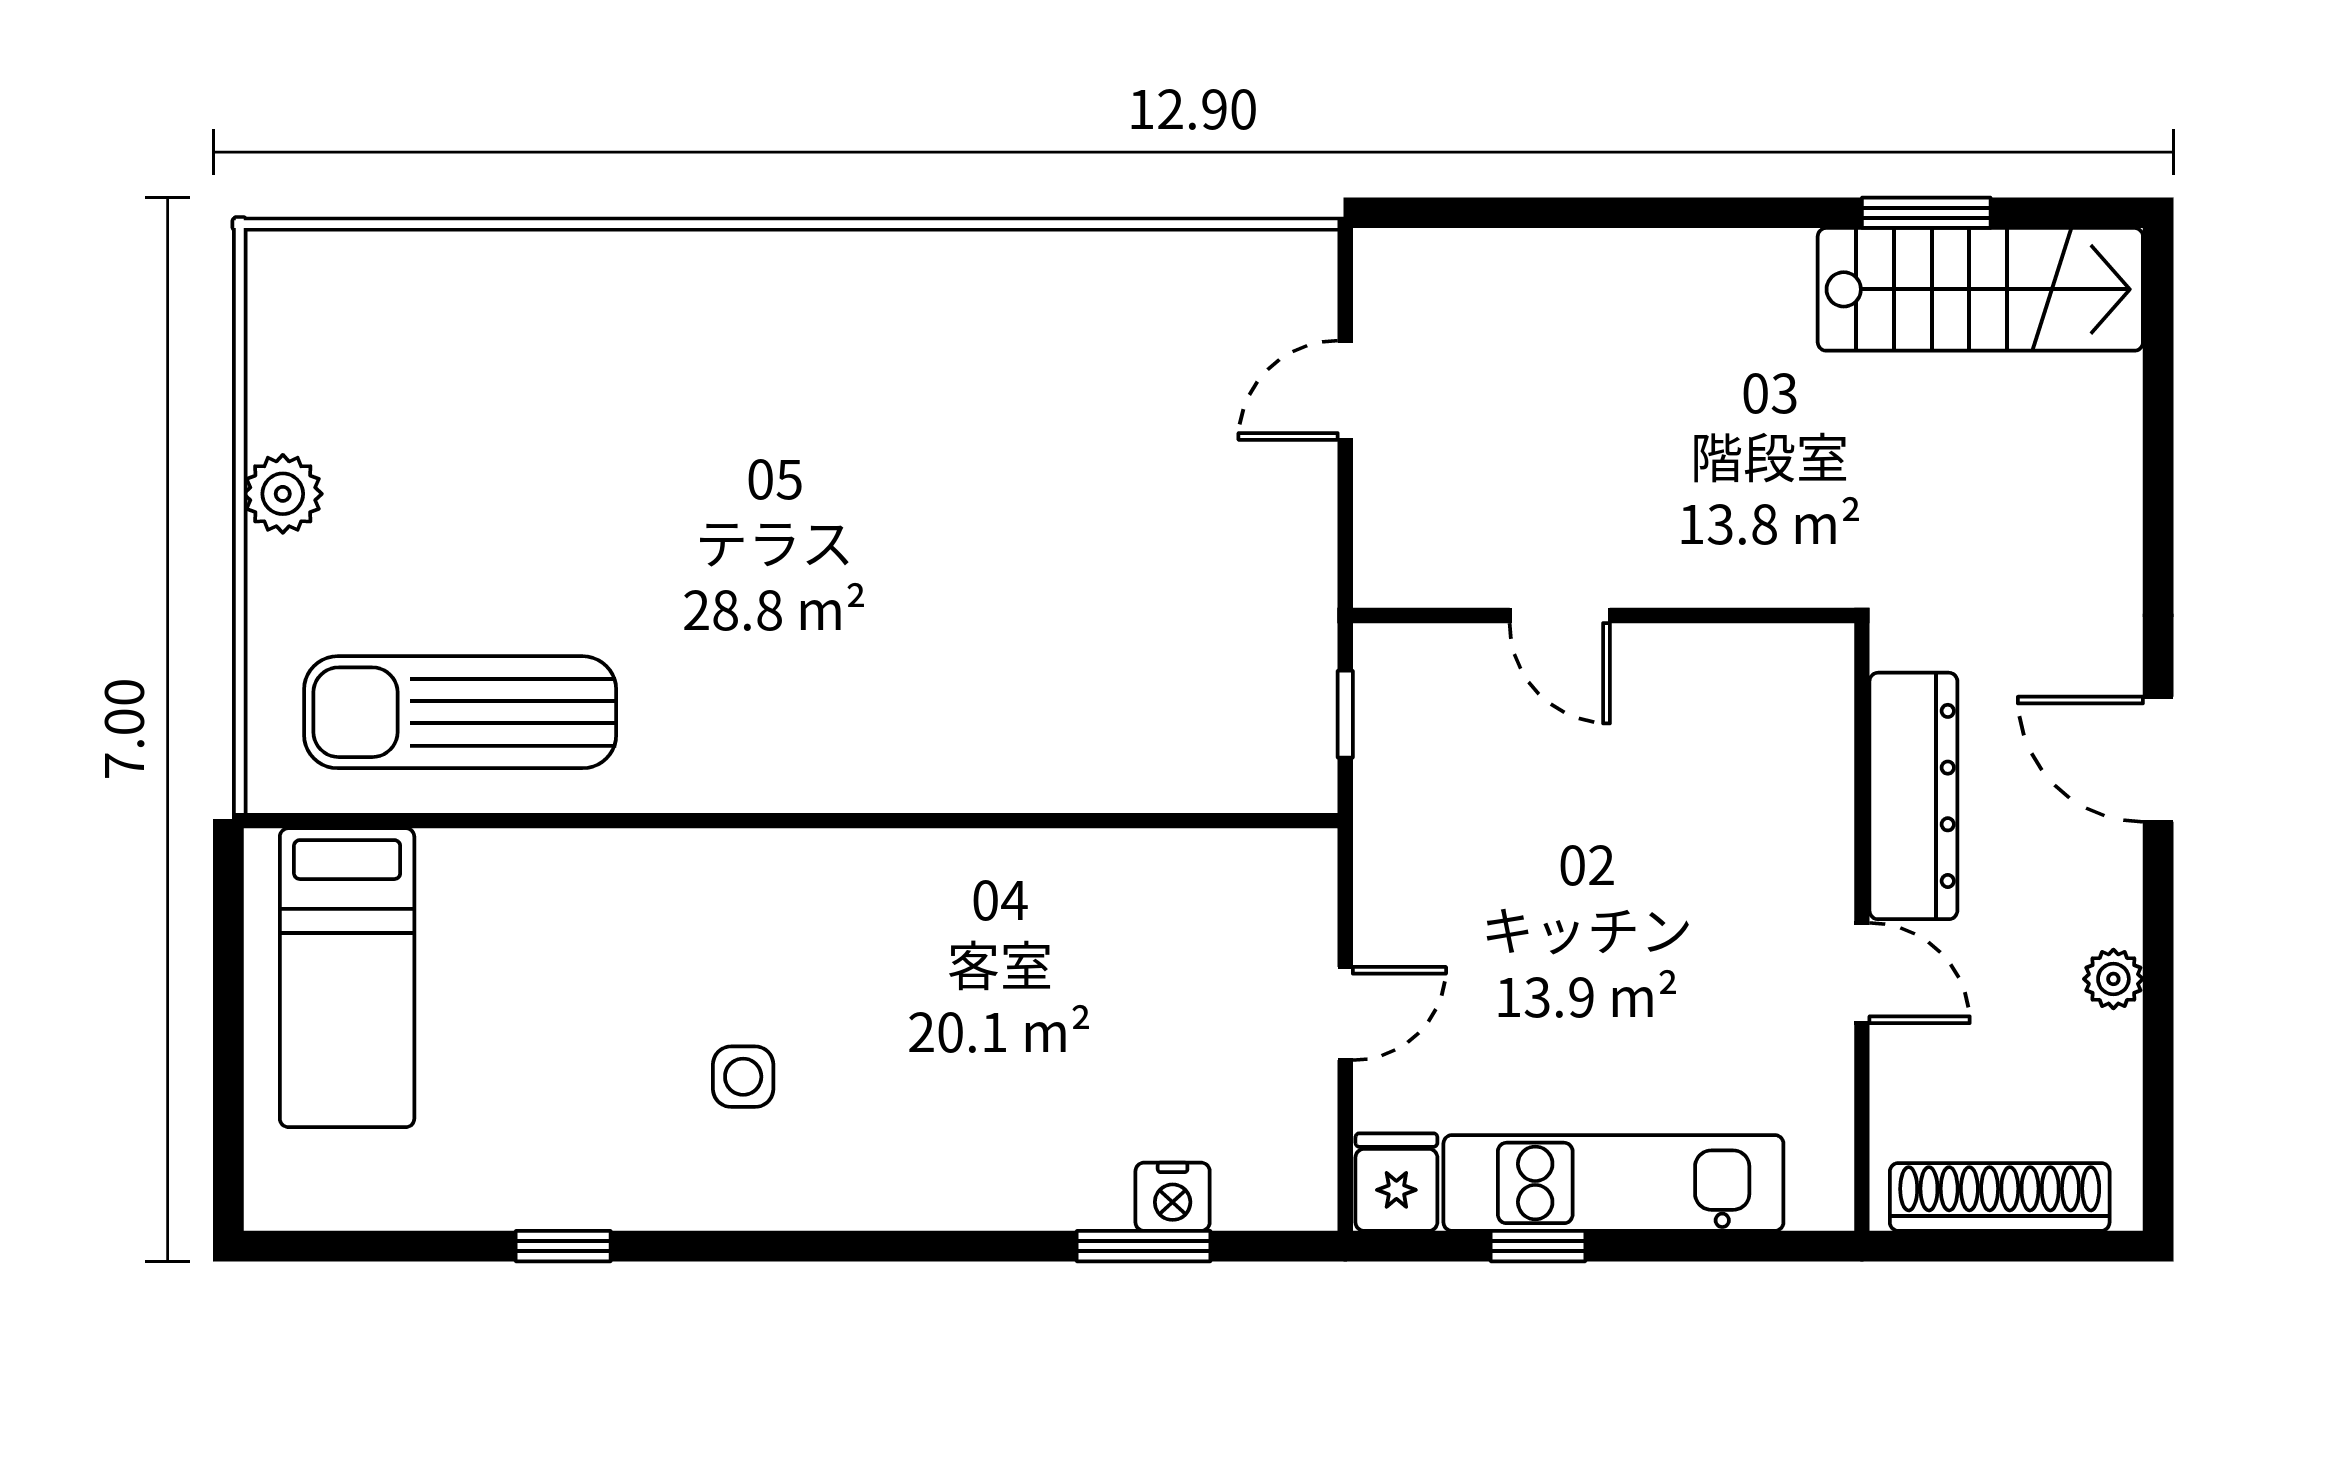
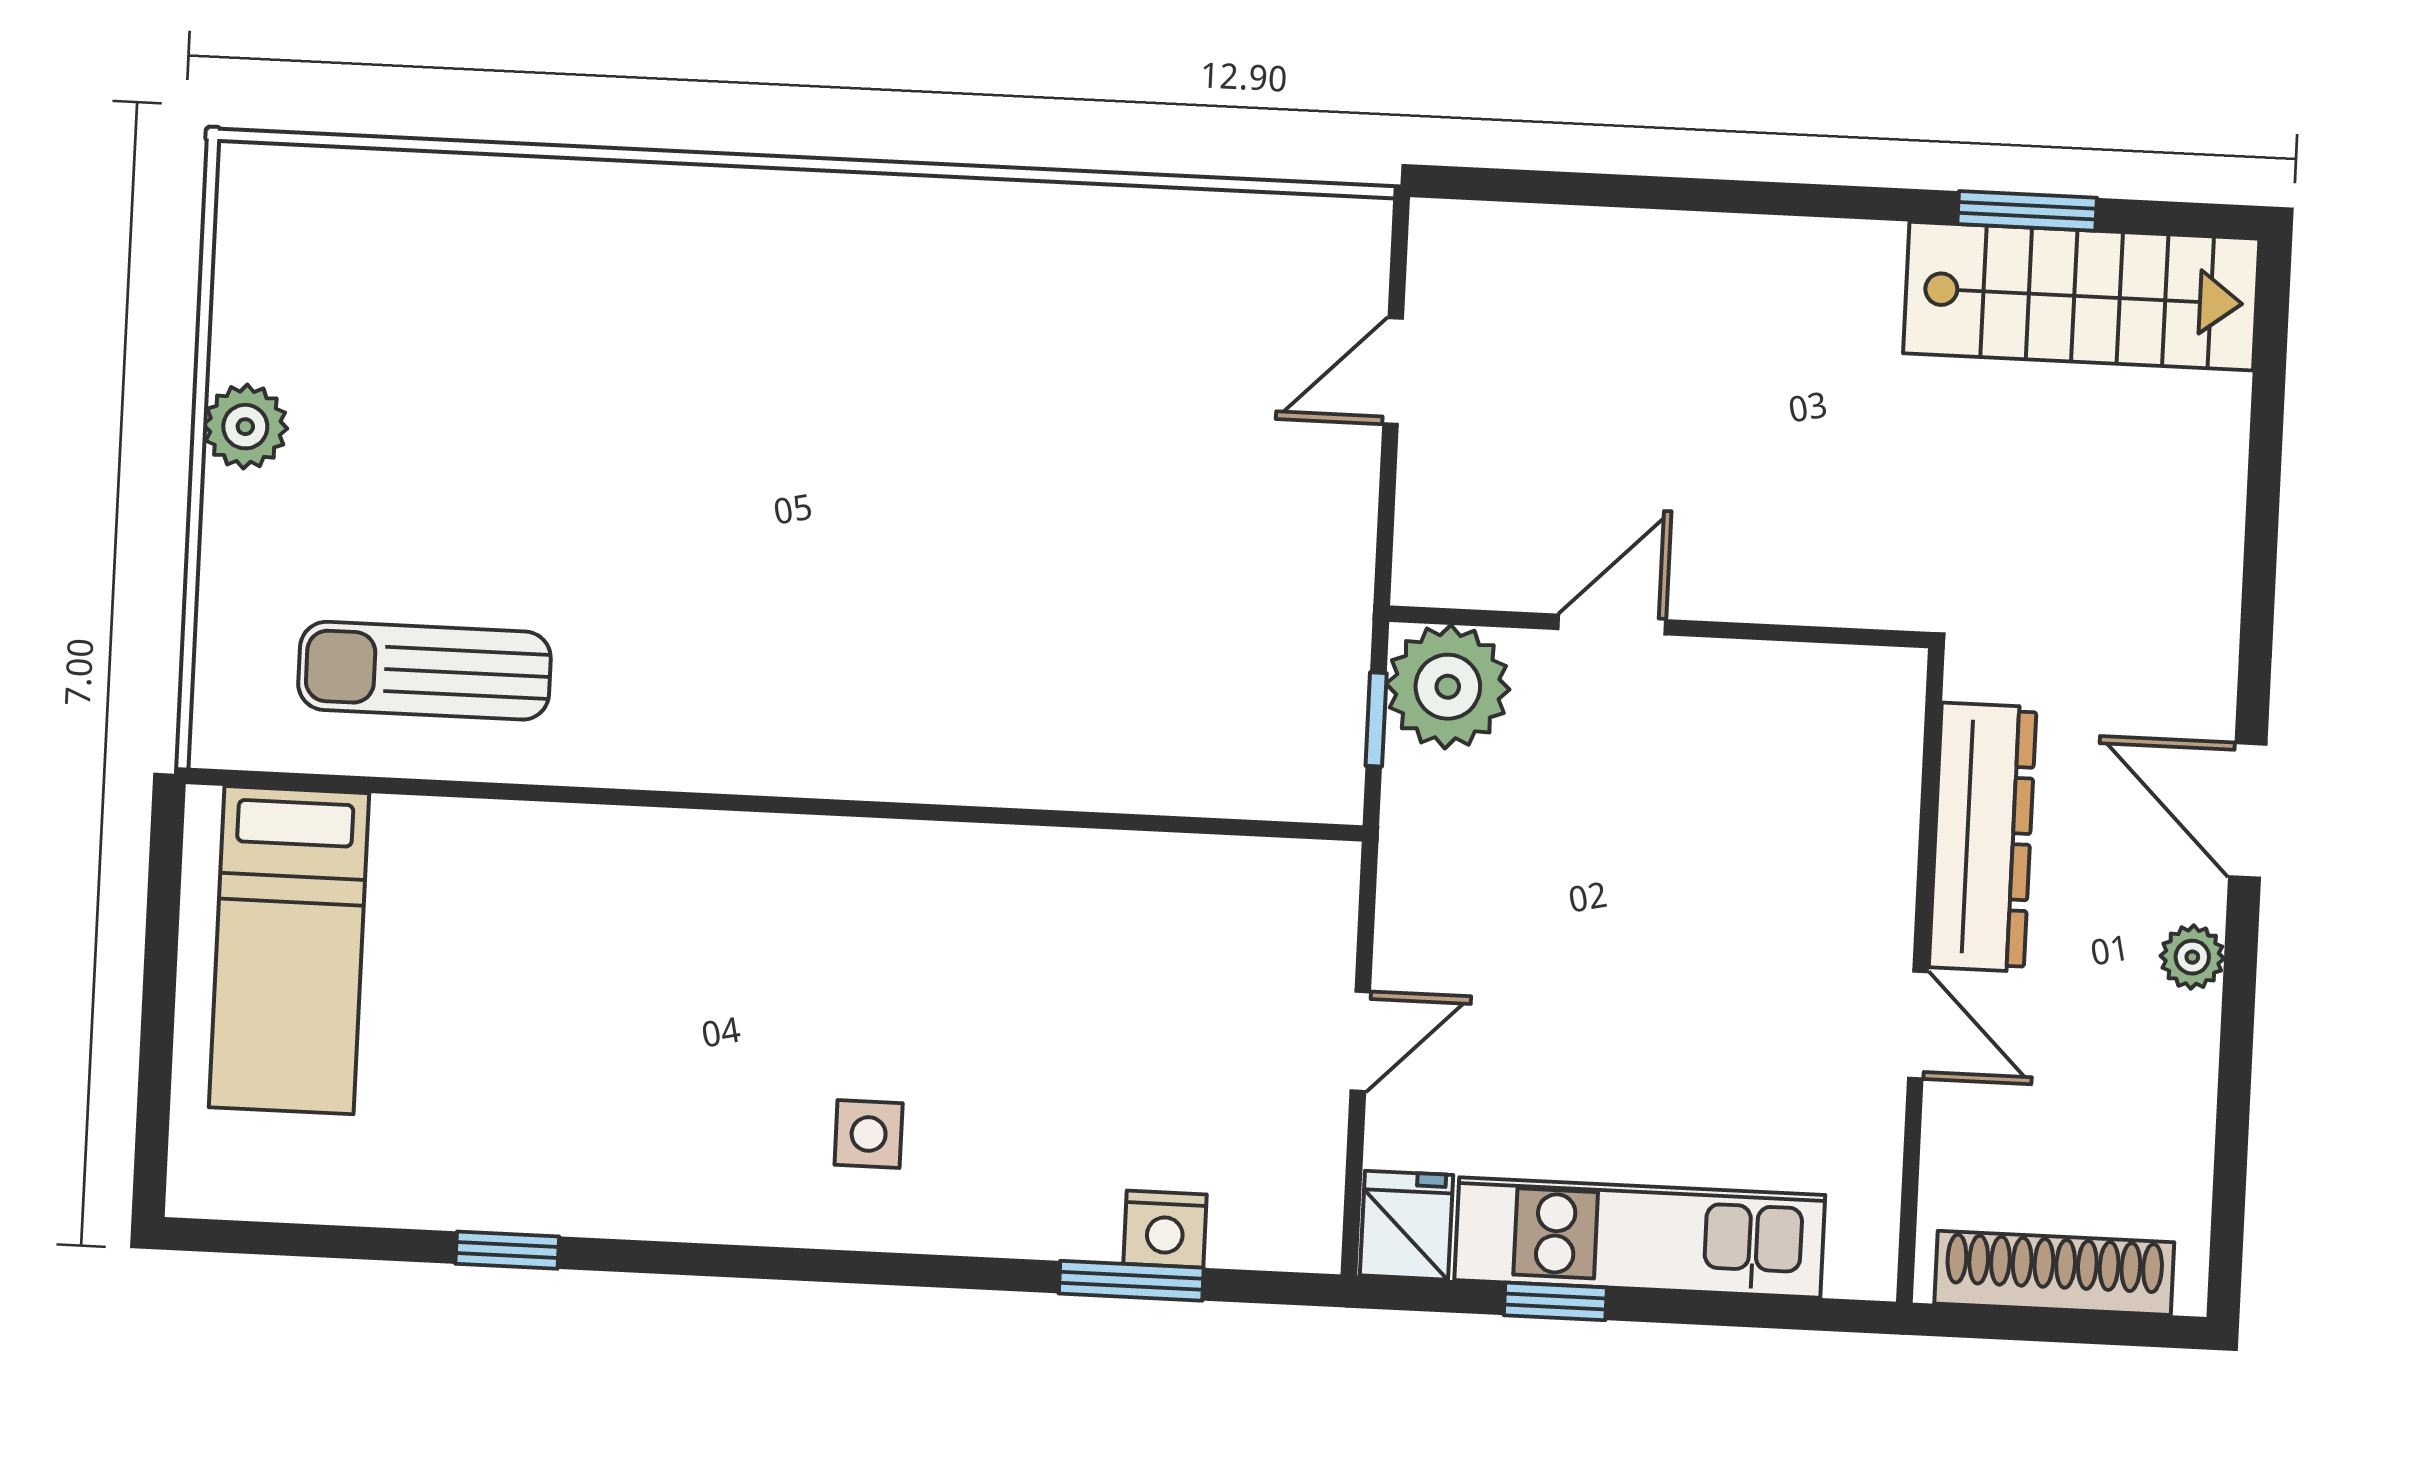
door: (1560, 615) -> (1612, 625), swing flipped
plant: (1410, 681) -> (1448, 687), added
sun lounger: (460, 712) -> (424, 671), width x0.73, depth x0.75
plant: (2113, 979) -> (2192, 957), moved
side table: (743, 1077) -> (869, 1134), moved

